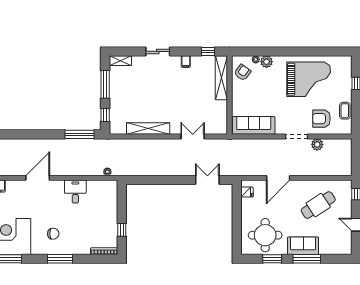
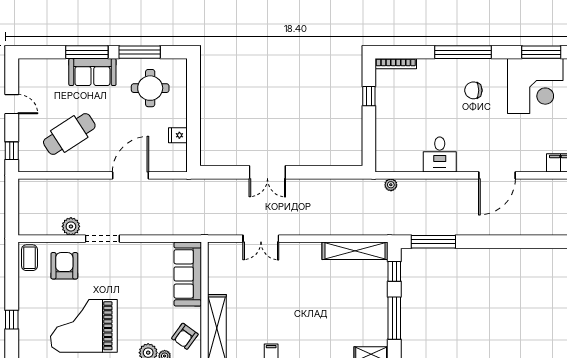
coffee table: (345, 111) -> (29, 258), moved
armchair: (321, 119) -> (64, 266), turned -90
sofa: (254, 125) -> (188, 274), moved, turned 90
shelving: (148, 129) -> (355, 251), moved
double door: (207, 180) -> (267, 172), moved
fridge: (247, 192) -> (178, 135), moved
round table: (265, 235) -> (150, 88), width x0.73, depth x0.73
window: (60, 259) -> (463, 52), width x1.46
window: (272, 259) -> (140, 52), width x1.44

